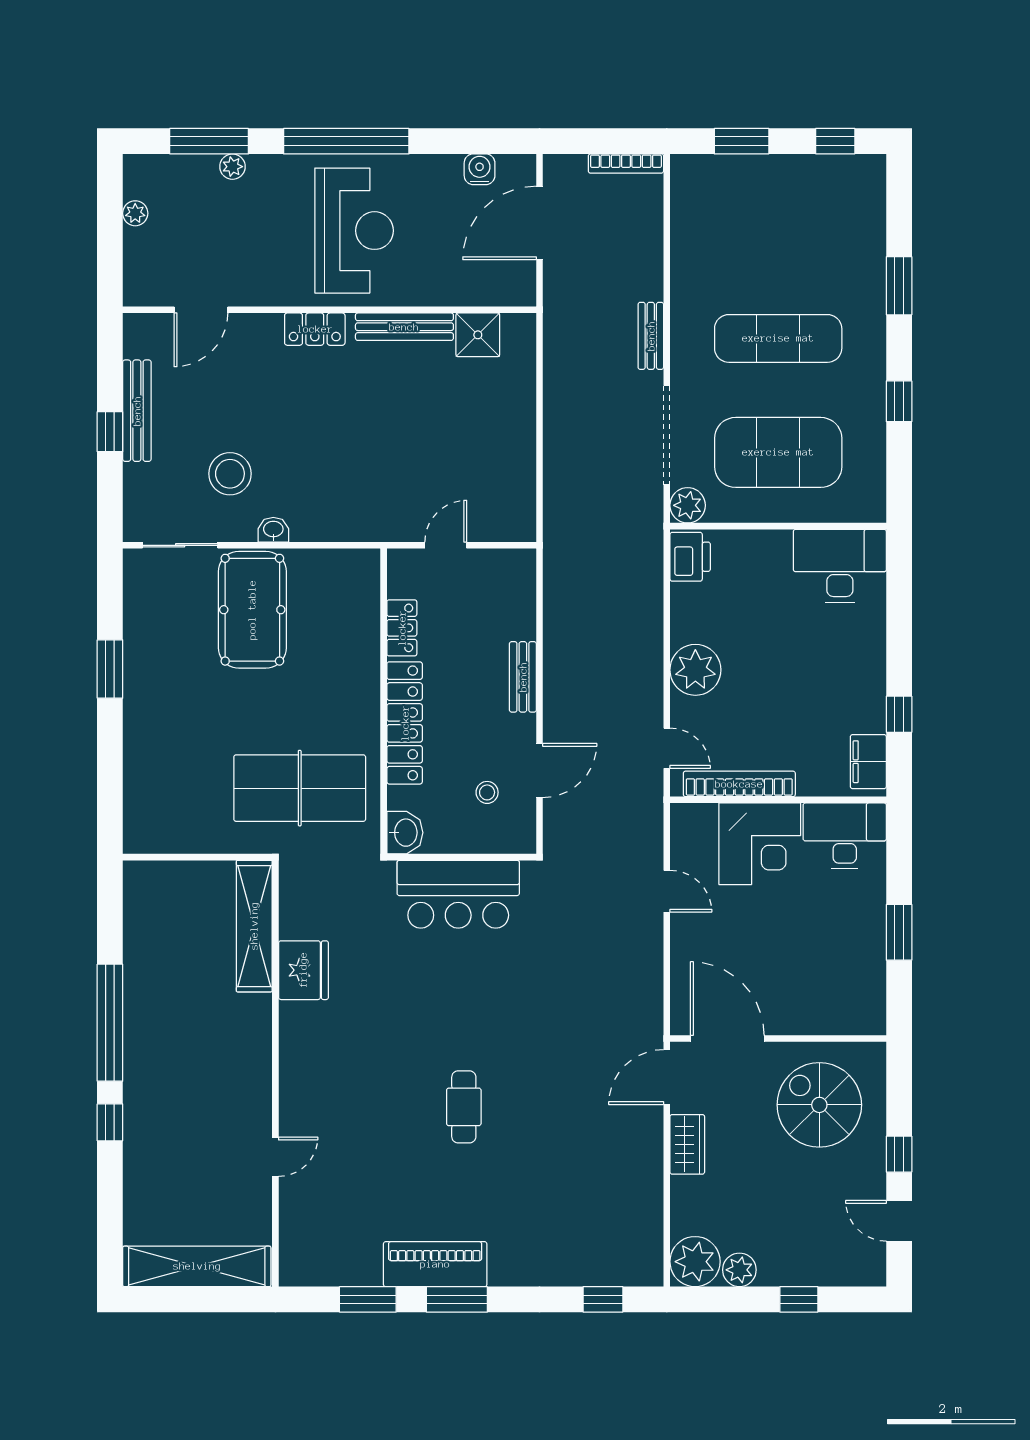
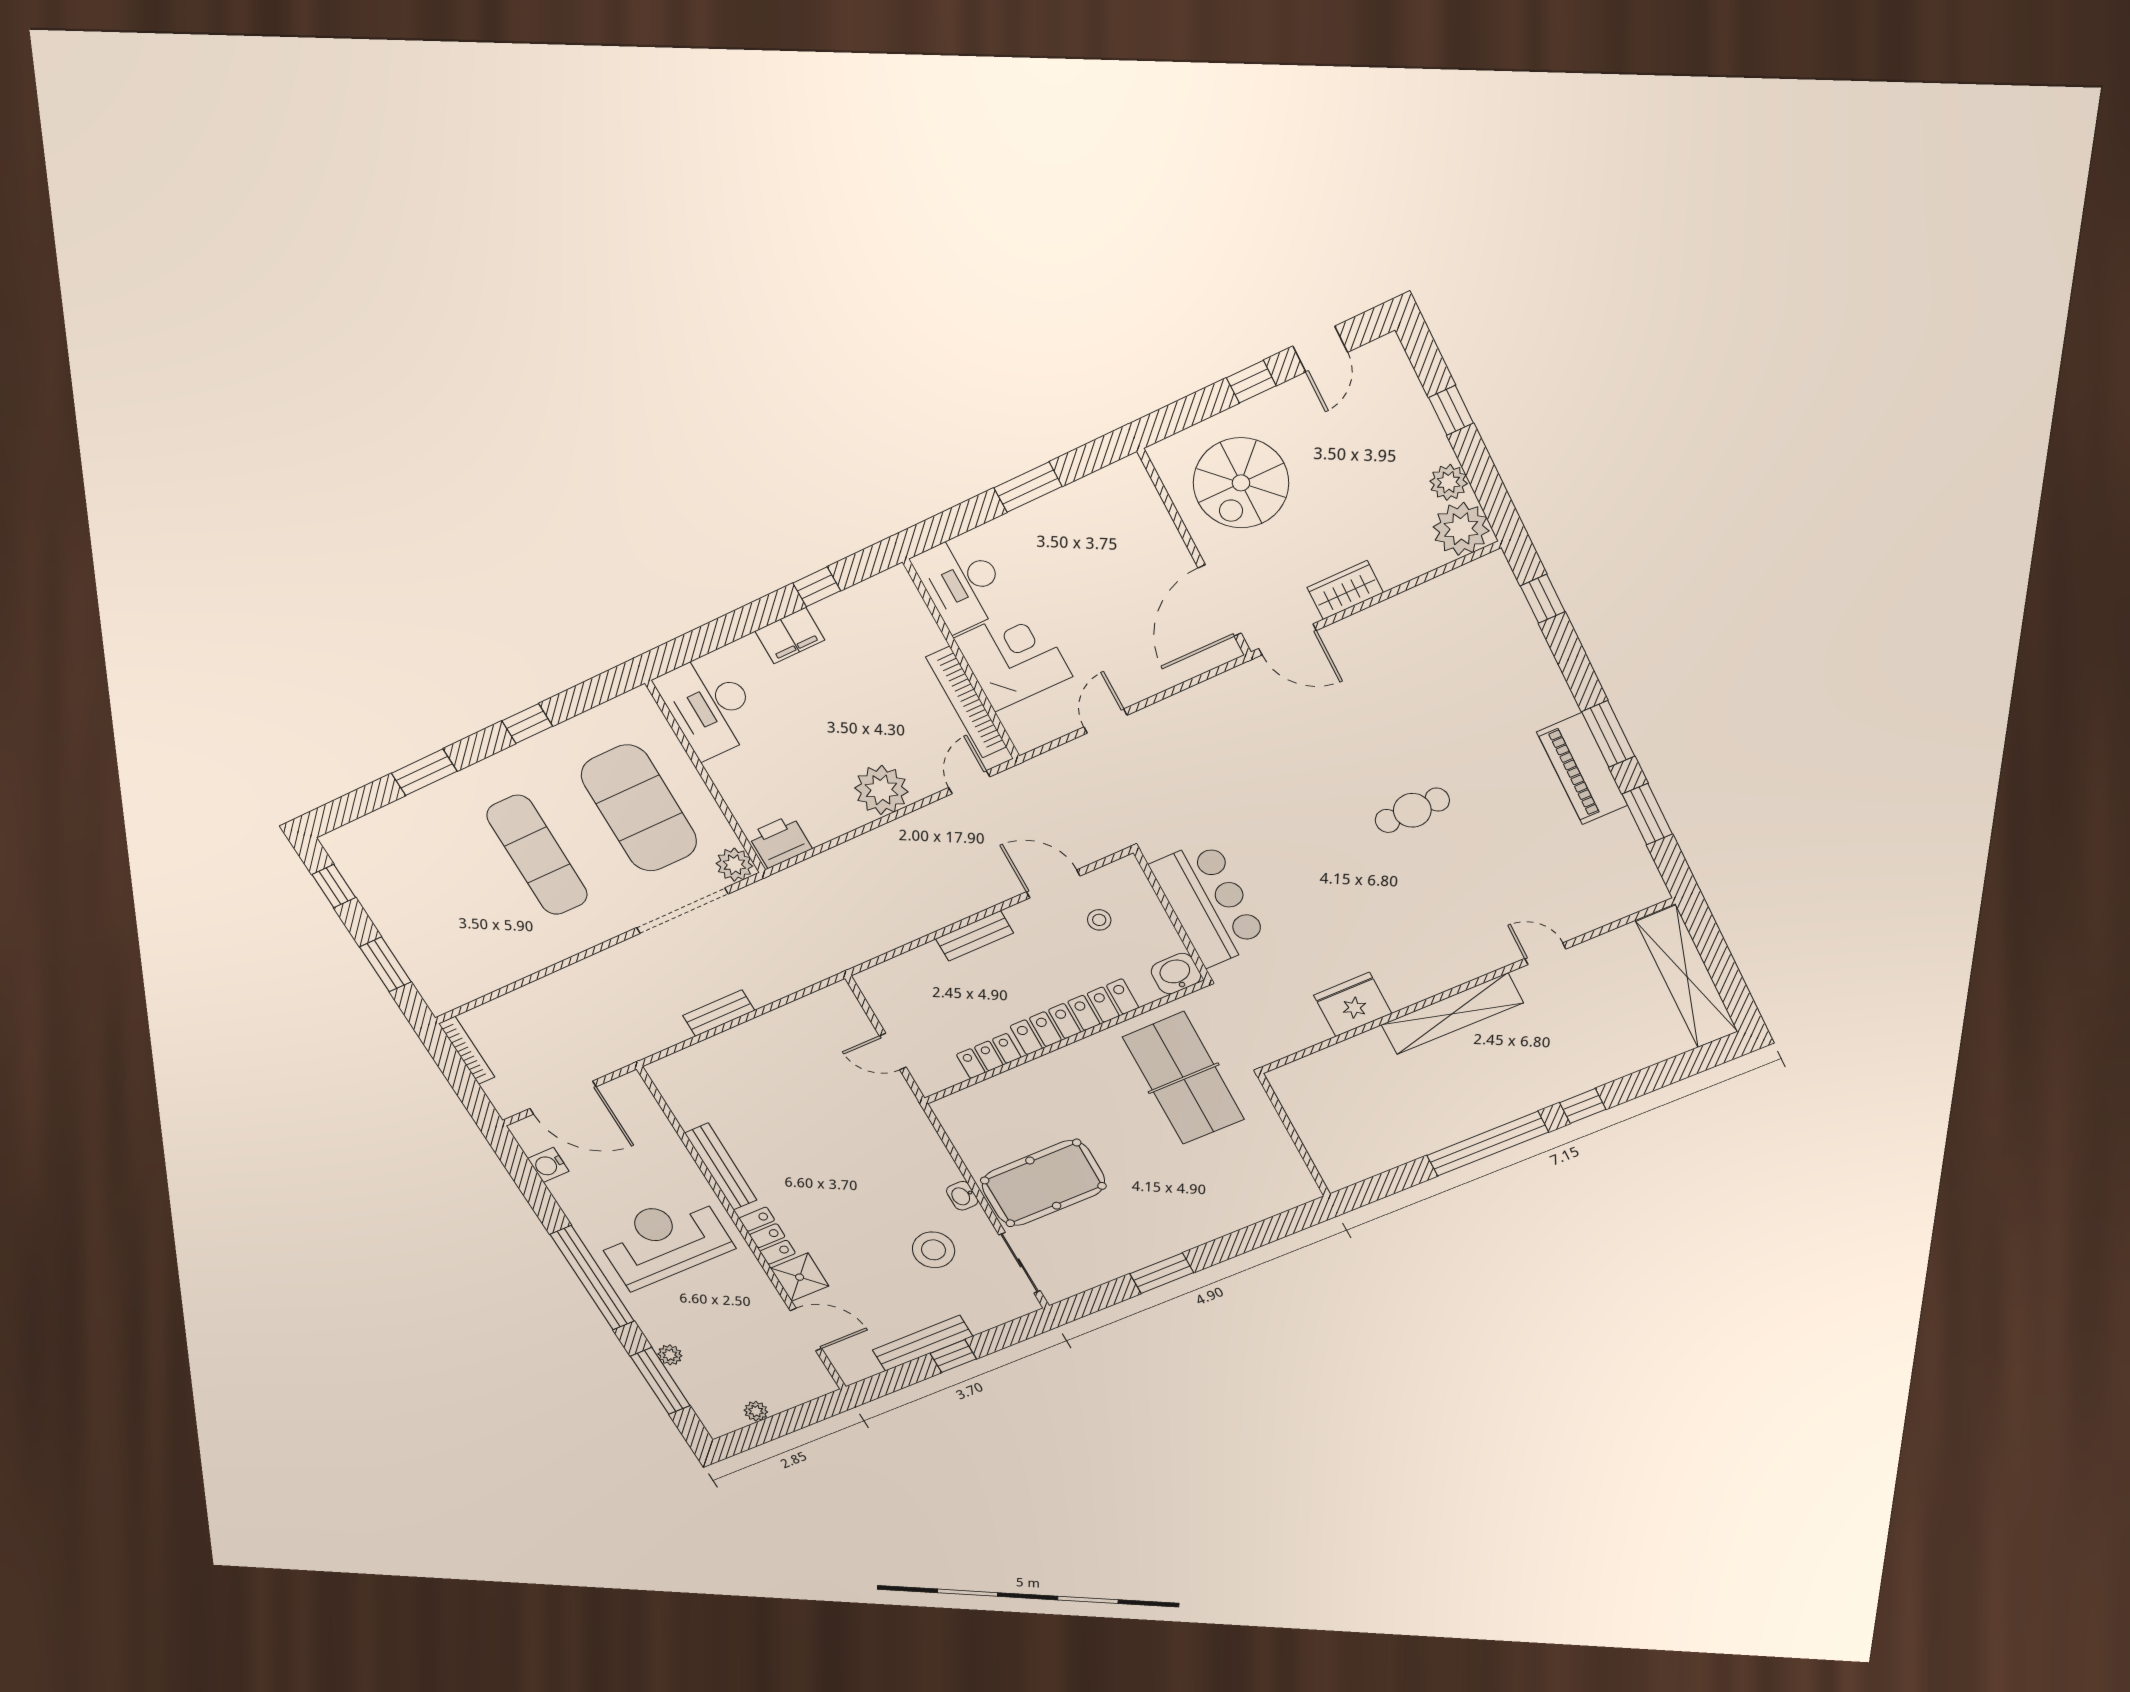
shower: (478, 335) -> (800, 1277), moved
bench: (651, 336) -> (719, 1013), moved
filing cabinet: (868, 762) -> (790, 636), moved
shelving: (254, 926) -> (1452, 1014), moved

